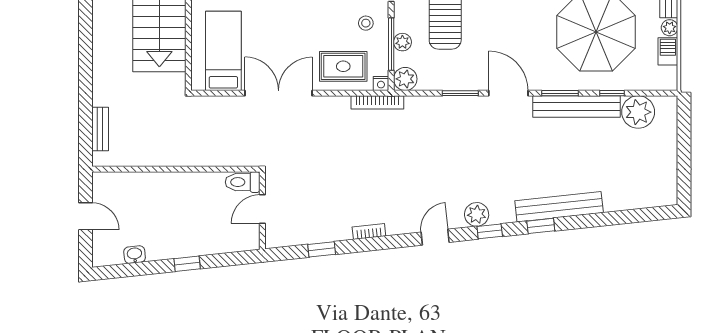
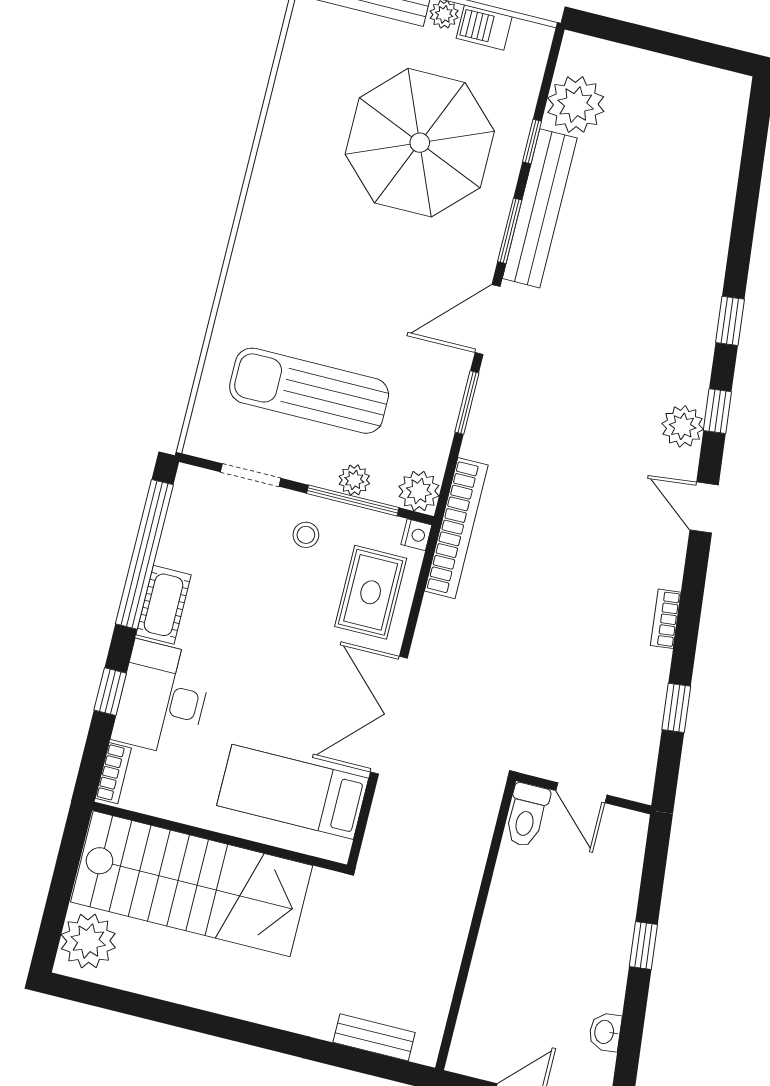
bookcase: (377, 102) -> (456, 528), width x1.48, depth x1.31
bench: (559, 207) -> (705, 281), removed

